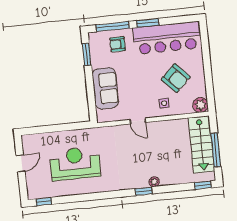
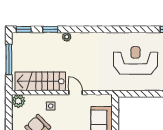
stairs: (201, 145) -> (40, 81), moved, turned -90
reception desk: (75, 164) -> (136, 60), turned 180
window: (144, 191) -> (50, 29), moved

